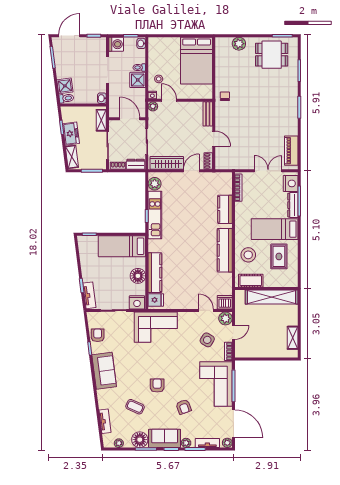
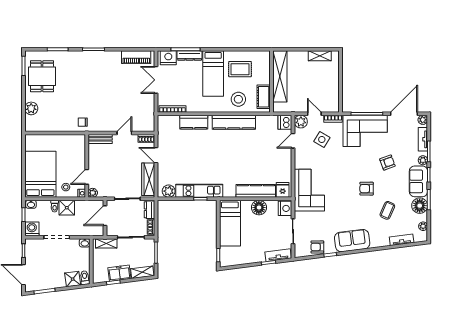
bed: (197, 61) -> (40, 174), moved, turned -90

